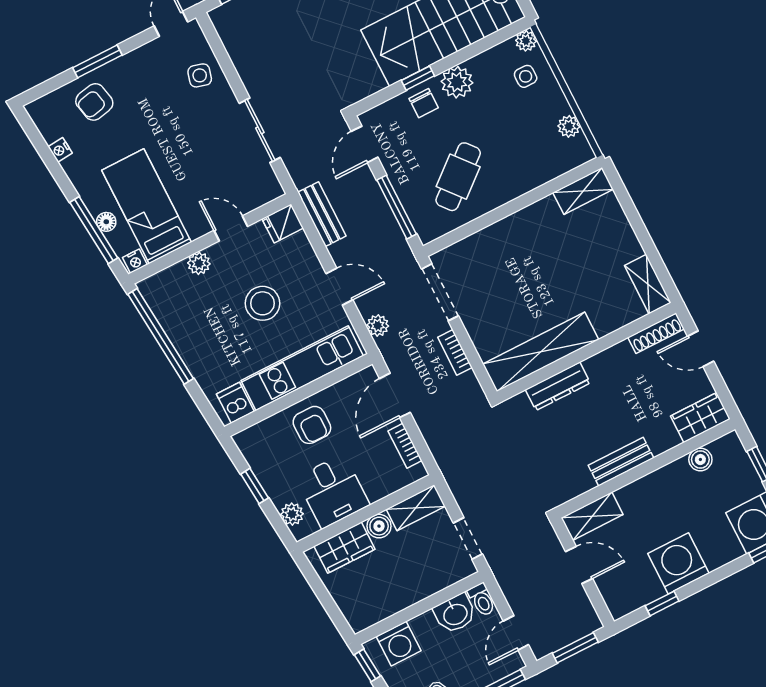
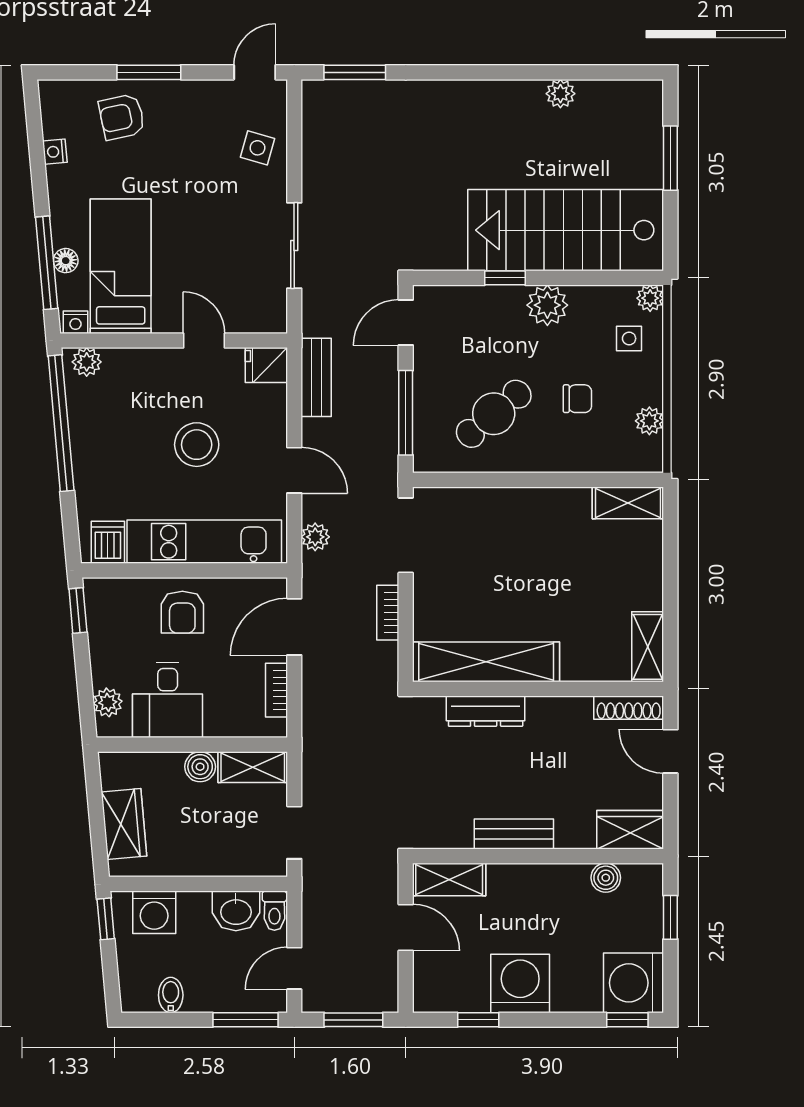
chair: (424, 103) -> (577, 399), moved, turned -90
plant: (199, 263) -> (87, 362), moved
window: (255, 486) -> (78, 611), moved
wardrobe: (344, 548) -> (124, 824), moved, turned -95

